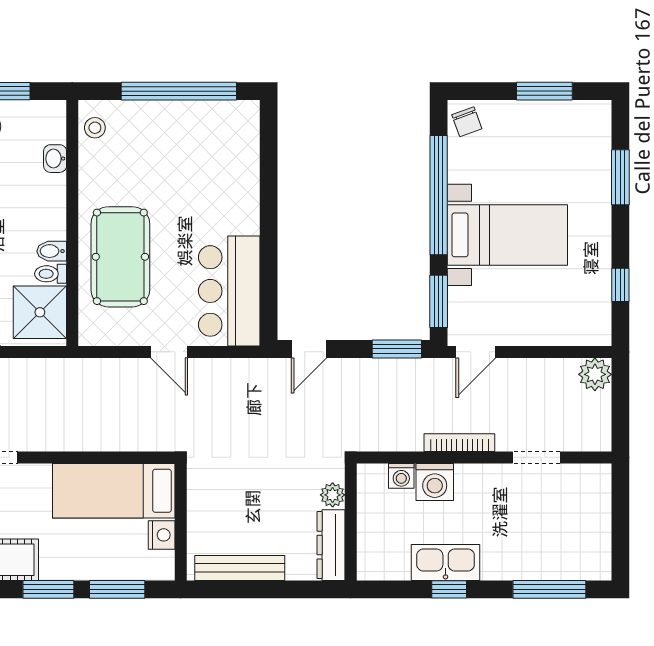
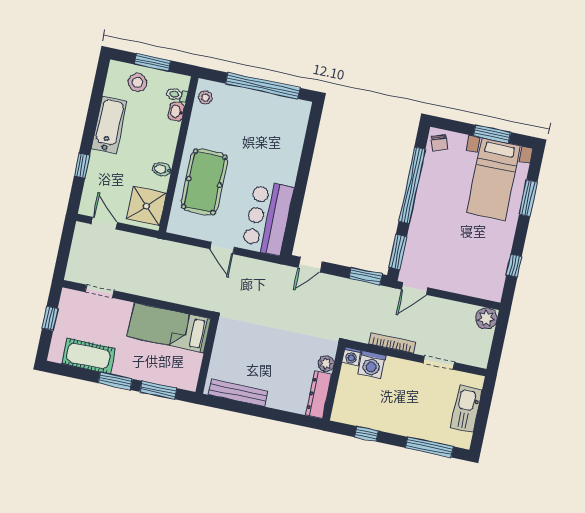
bed with nightstands: (507, 235) -> (493, 179), moved, turned 90
toilet: (51, 274) -> (177, 95), moved
plant: (333, 495) -> (326, 364), moved
wall: (351, 522) -> (334, 383), moved
nightstand: (162, 535) -> (193, 362), removed
dresser: (331, 545) -> (318, 395), moved
kitchen sink: (446, 562) -> (466, 409), moved, turned -90

